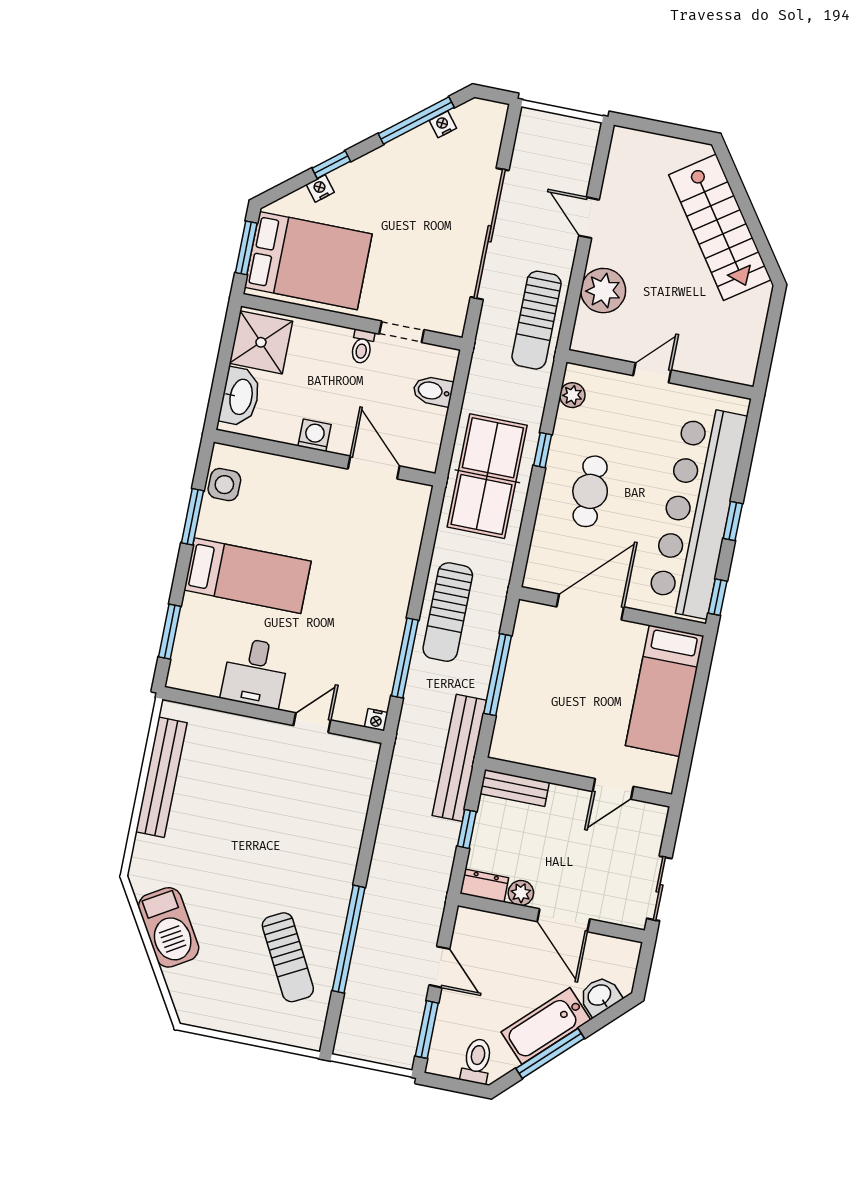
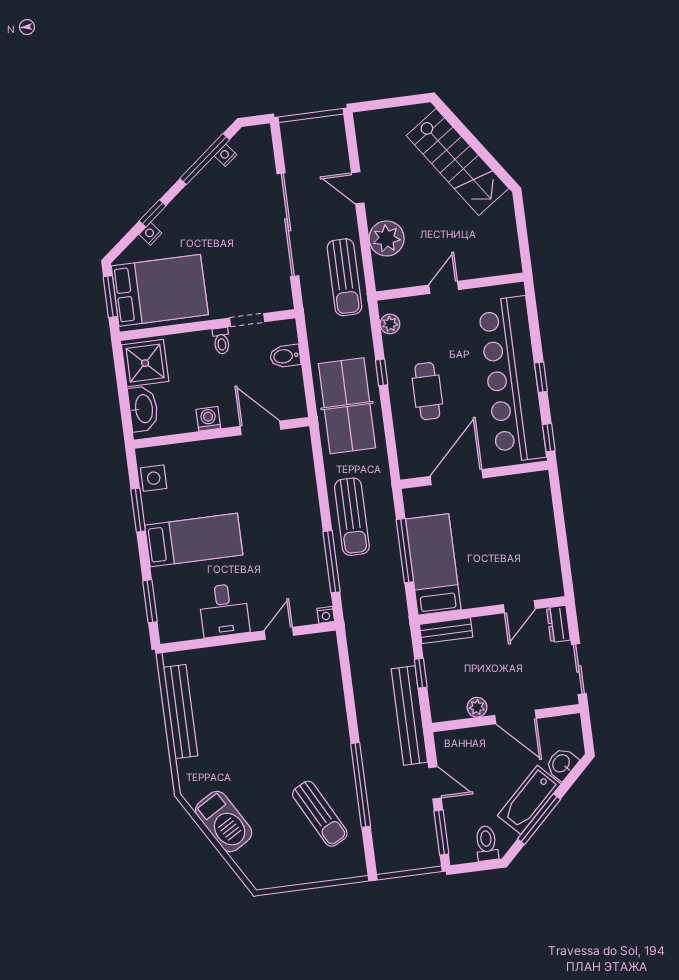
bed: (665, 691) -> (433, 564), moved, turned 180
bench: (459, 758) -> (409, 715), moved
dresser: (484, 886) -> (558, 624), moved, turned -90

